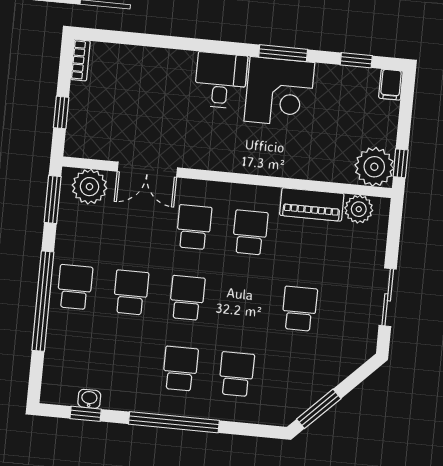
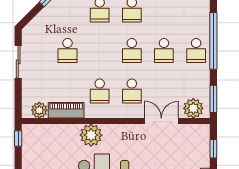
plant: (374, 167) -> (91, 135), moved

